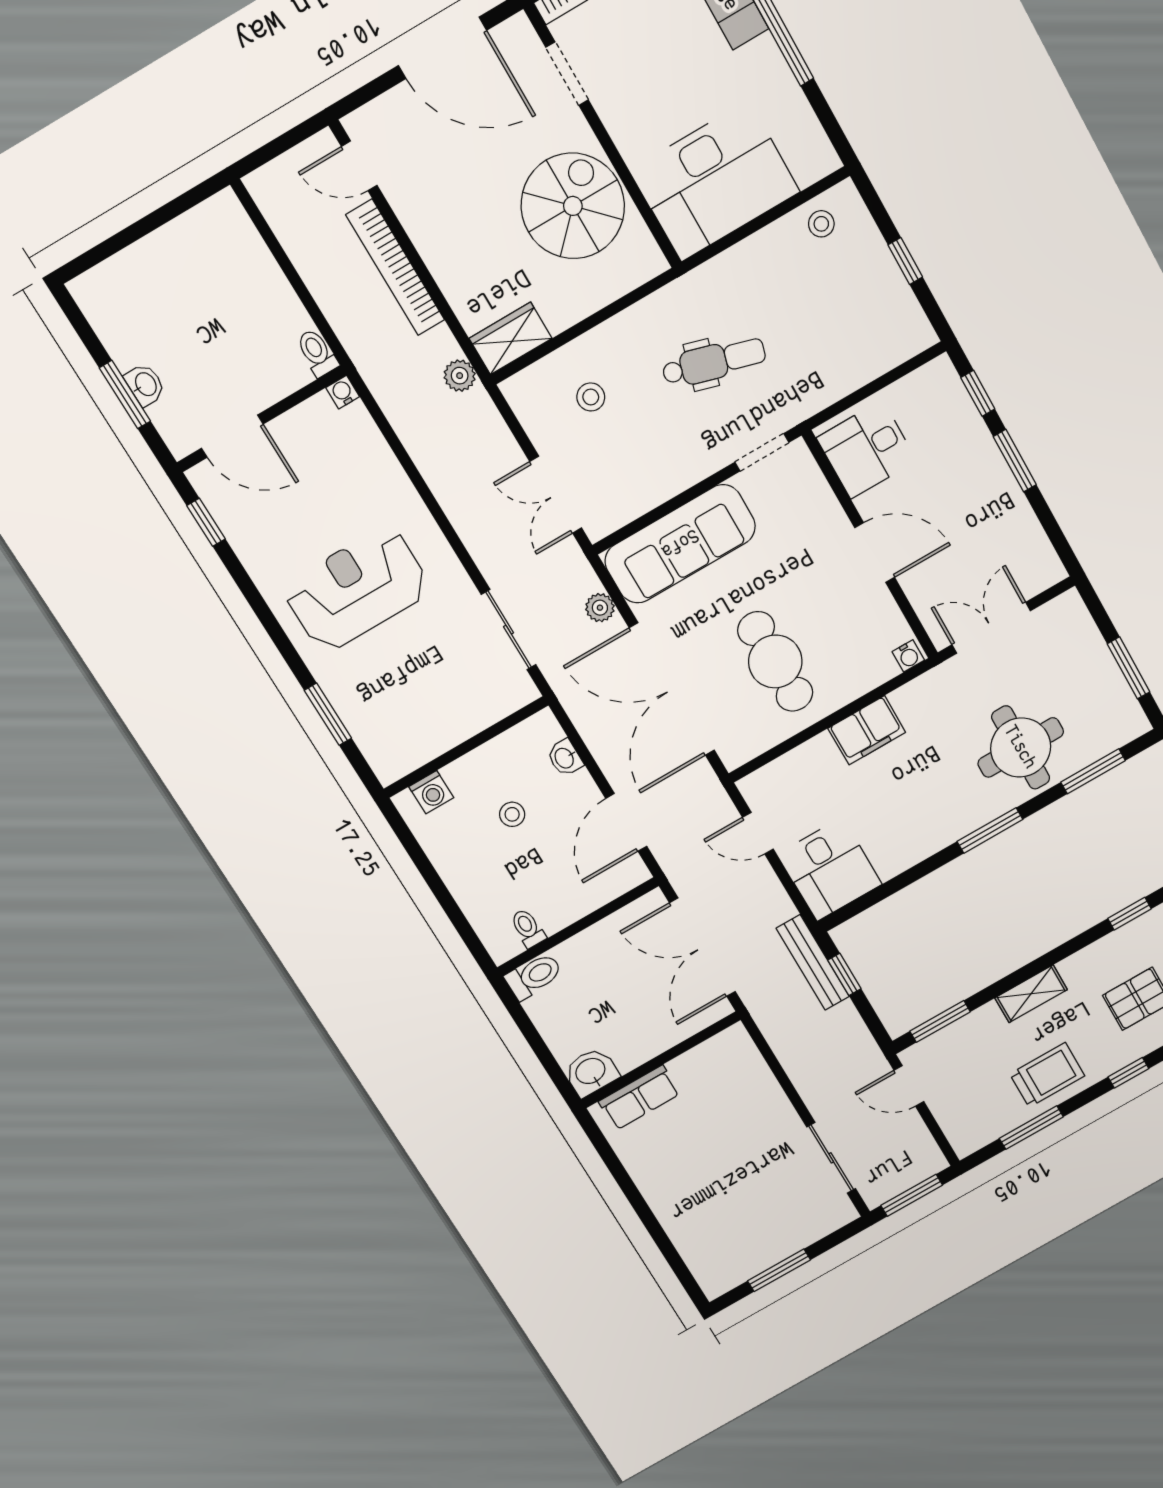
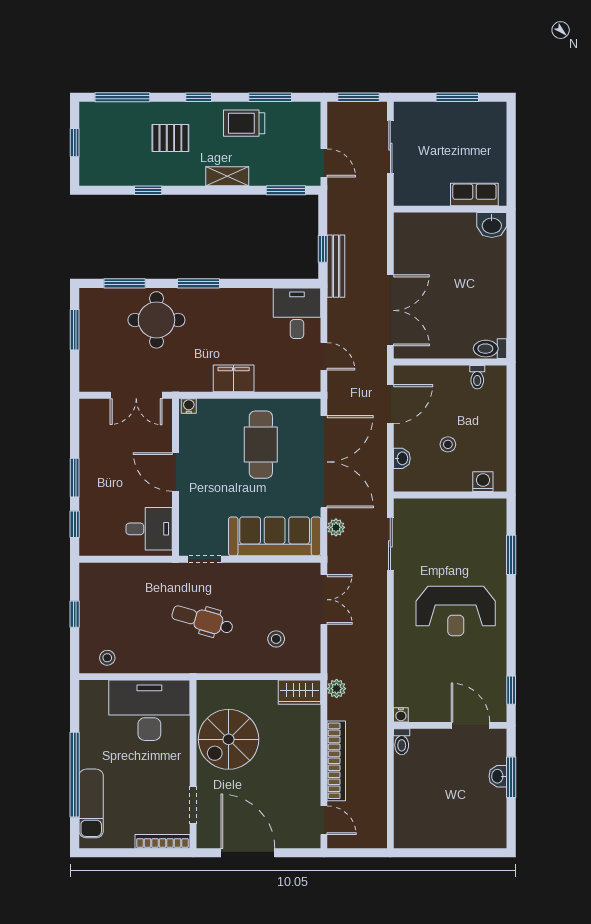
wall: (661, 1060) -> (450, 209), moved
washbasin: (591, 1072) -> (492, 225), moved
row of seats: (639, 1098) -> (474, 194), moved

